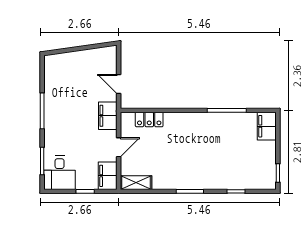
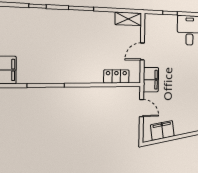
filing cabinet: (108, 176) -> (162, 130), moved, turned -98

